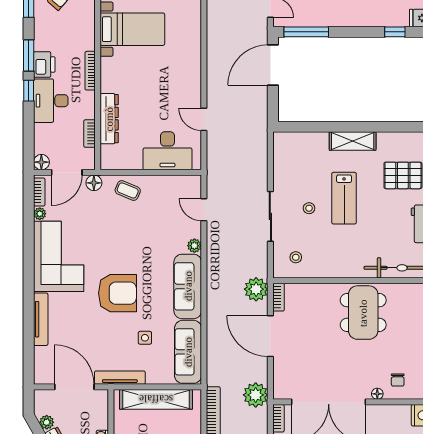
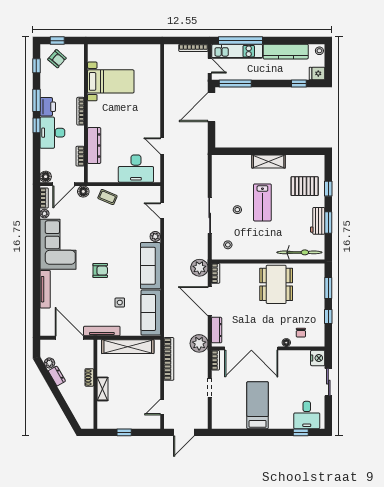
armchair: (118, 293) -> (100, 270), width x0.53, depth x0.53
dresser: (280, 376) -> (217, 330), added

